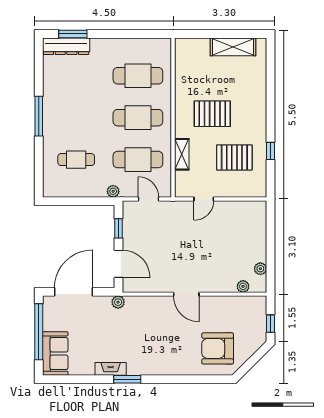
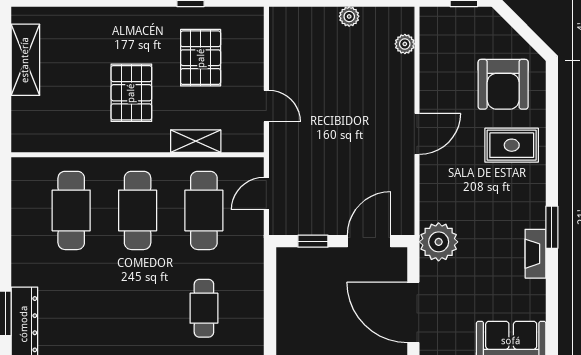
plant: (113, 191) -> (254, 250), removed
plant: (260, 269) -> (349, 16), moved
plant: (118, 302) -> (439, 242), width x1.87, depth x1.87
rug: (179, 354) -> (512, 145), added

